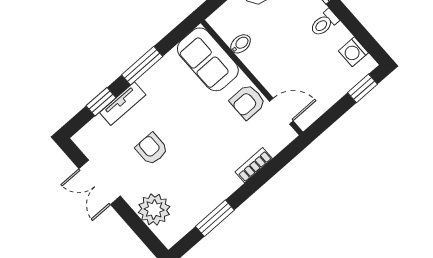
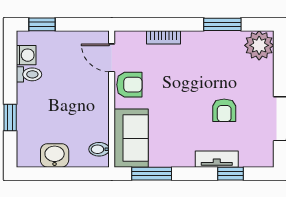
toilet: (324, 23) -> (29, 74), moved
bidet: (241, 44) -> (99, 149), moved
window: (142, 66) -> (152, 174), moved
plant: (154, 209) -> (259, 45), moved

